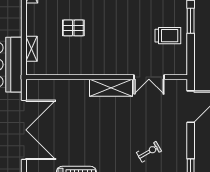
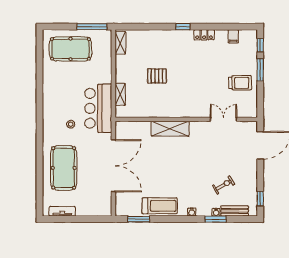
double door: (149, 77) -> (224, 119), swing flipped
shelving: (111, 88) -> (170, 129), moved

